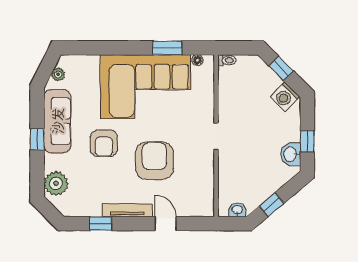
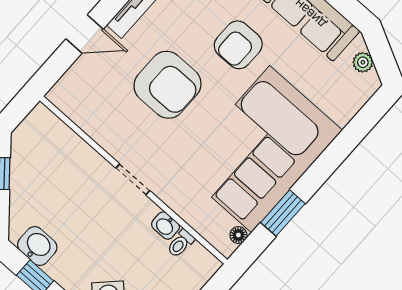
toilet: (227, 60) -> (181, 243), moved
armchair: (104, 143) -> (238, 45), turned -90
washbasin: (237, 210) -> (165, 226), moved, turned 90

